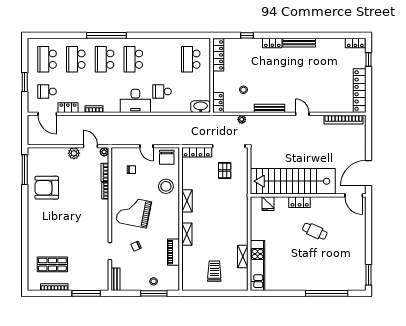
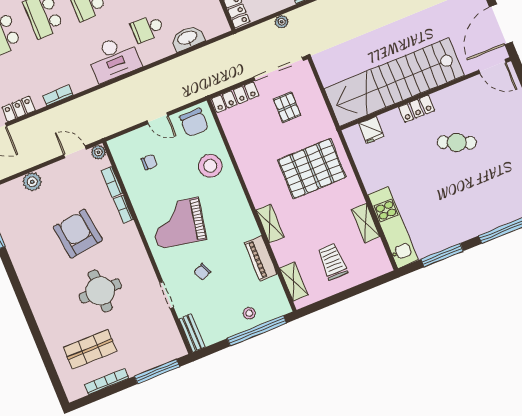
washbasin: (201, 107) -> (188, 38), moved
plant: (74, 153) -> (32, 182), moved
armchair: (47, 188) -> (78, 234), moved, turned 82
shelving: (187, 201) -> (294, 282), moved
pallet: (224, 212) -> (312, 169), added
round table: (72, 233) -> (100, 291), added
window: (154, 293) -> (257, 331), width x1.46
window: (280, 293) -> (442, 255), added

